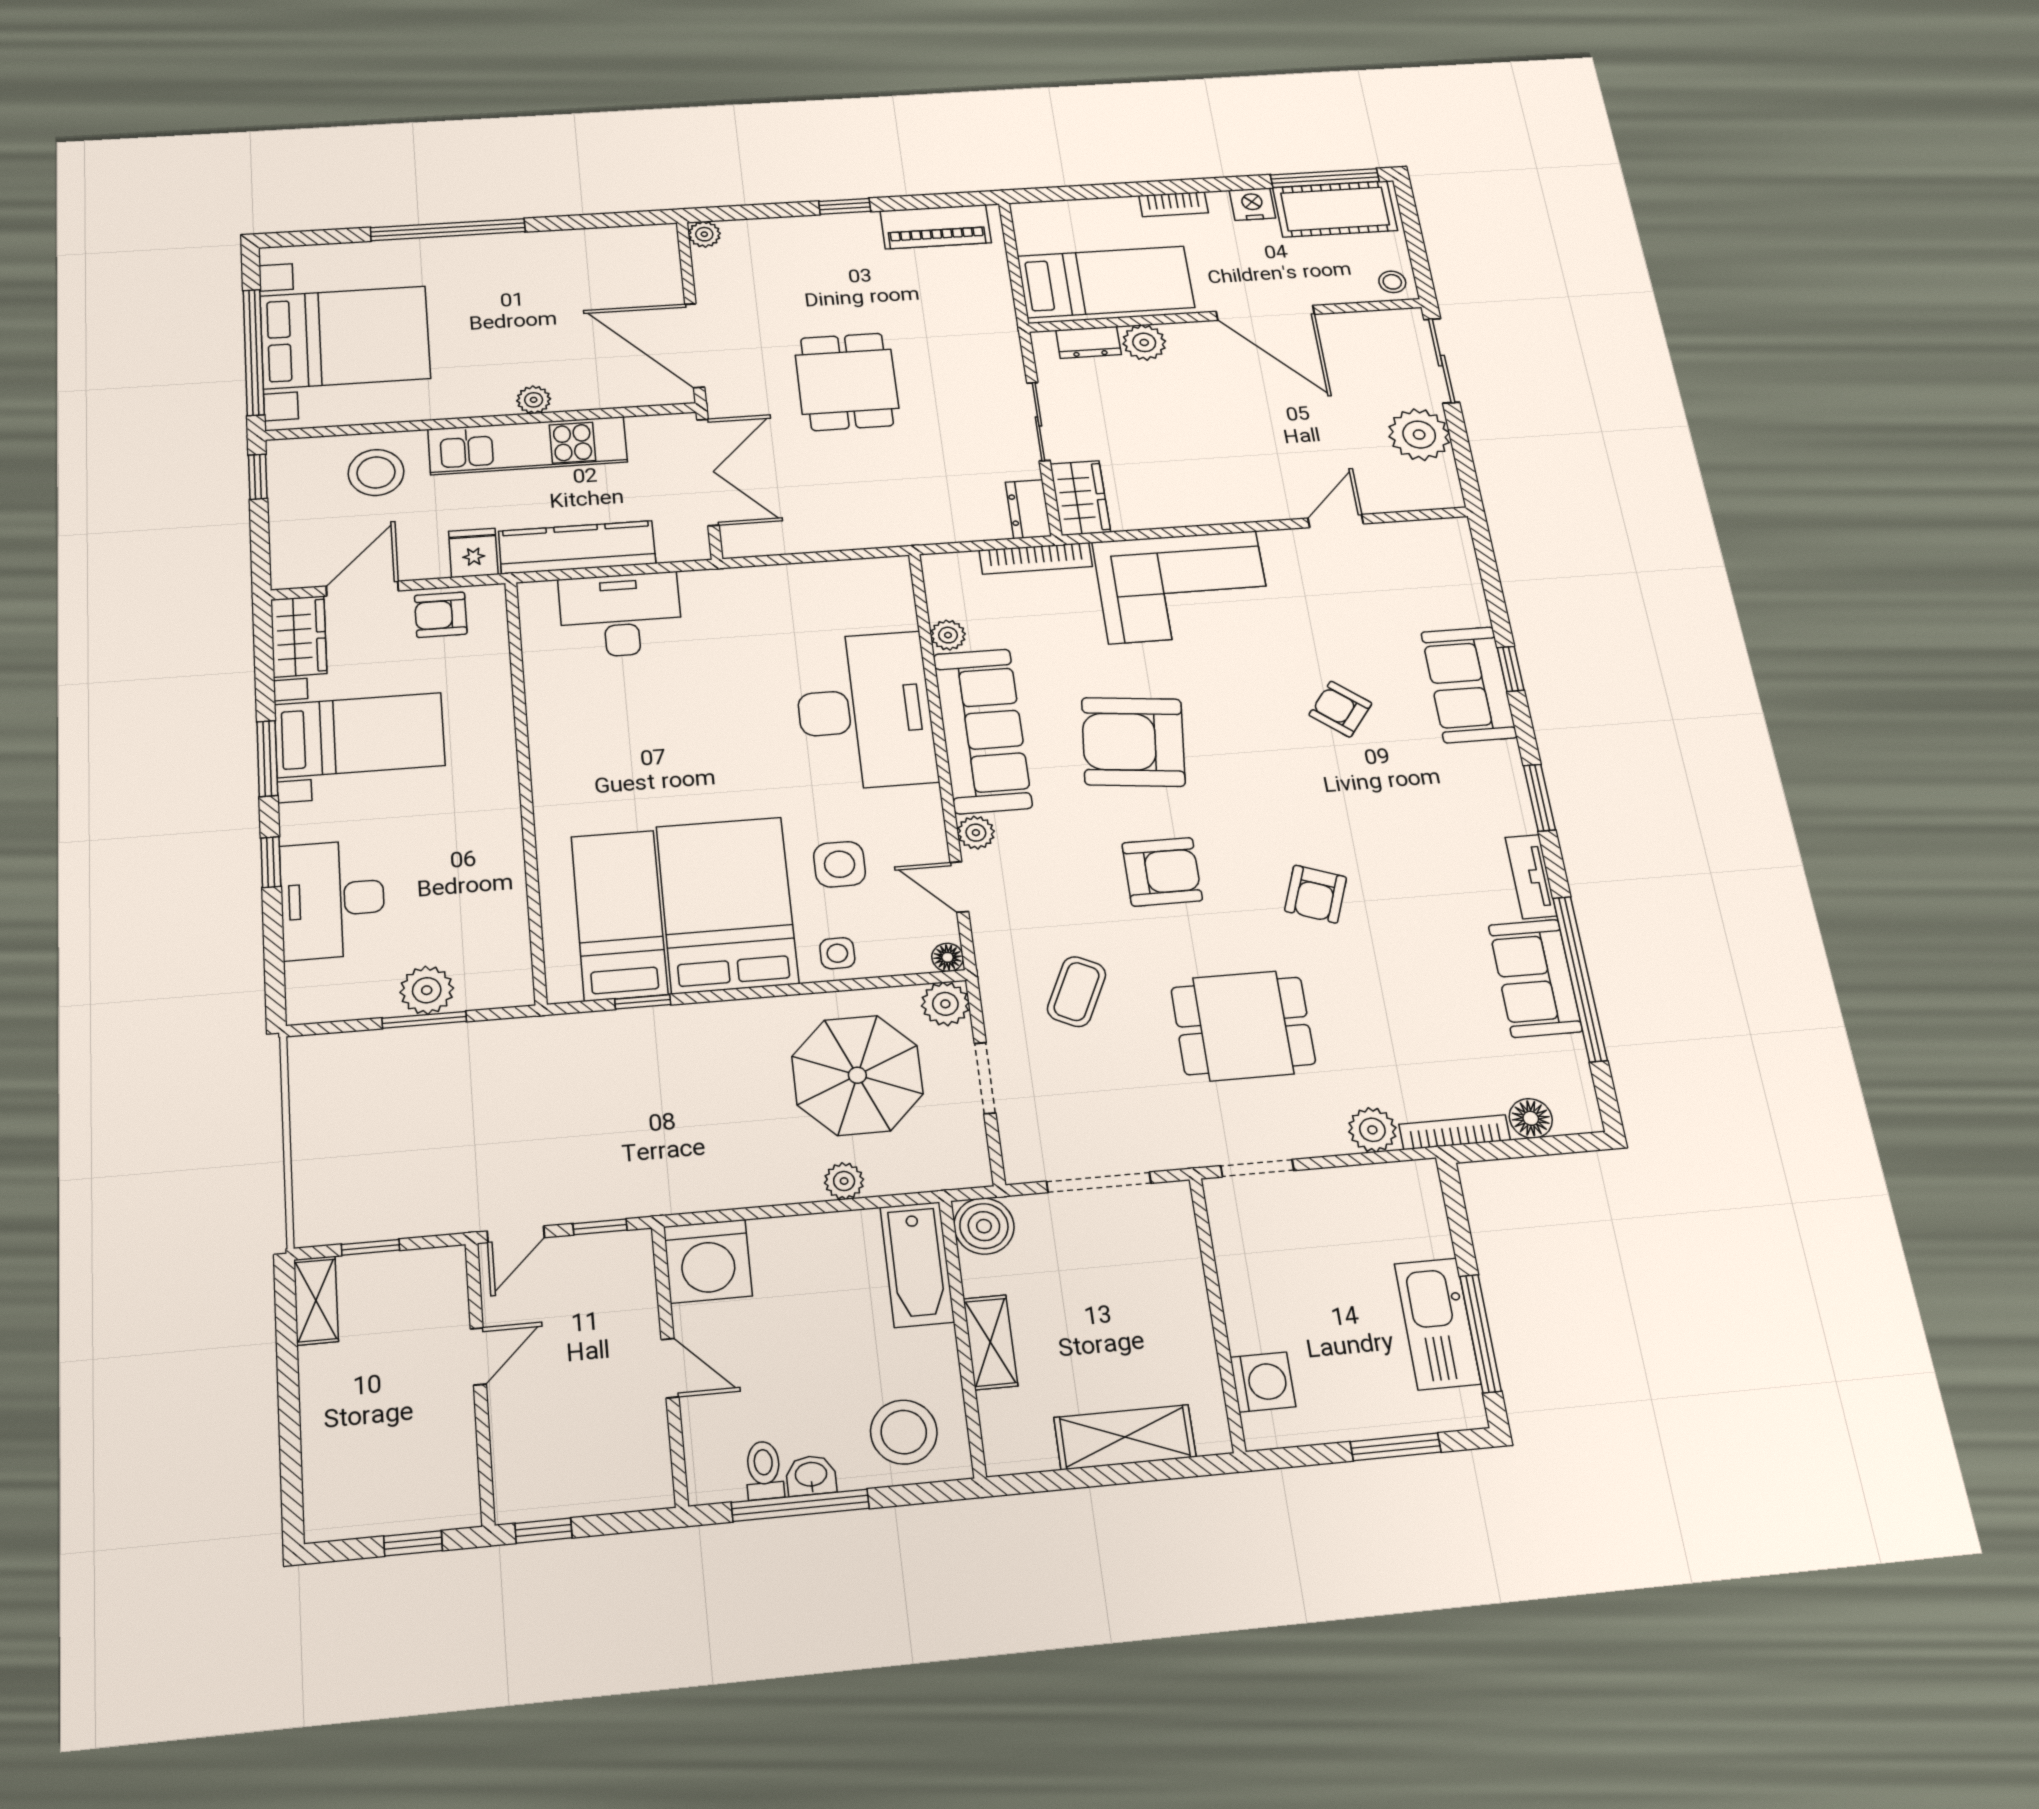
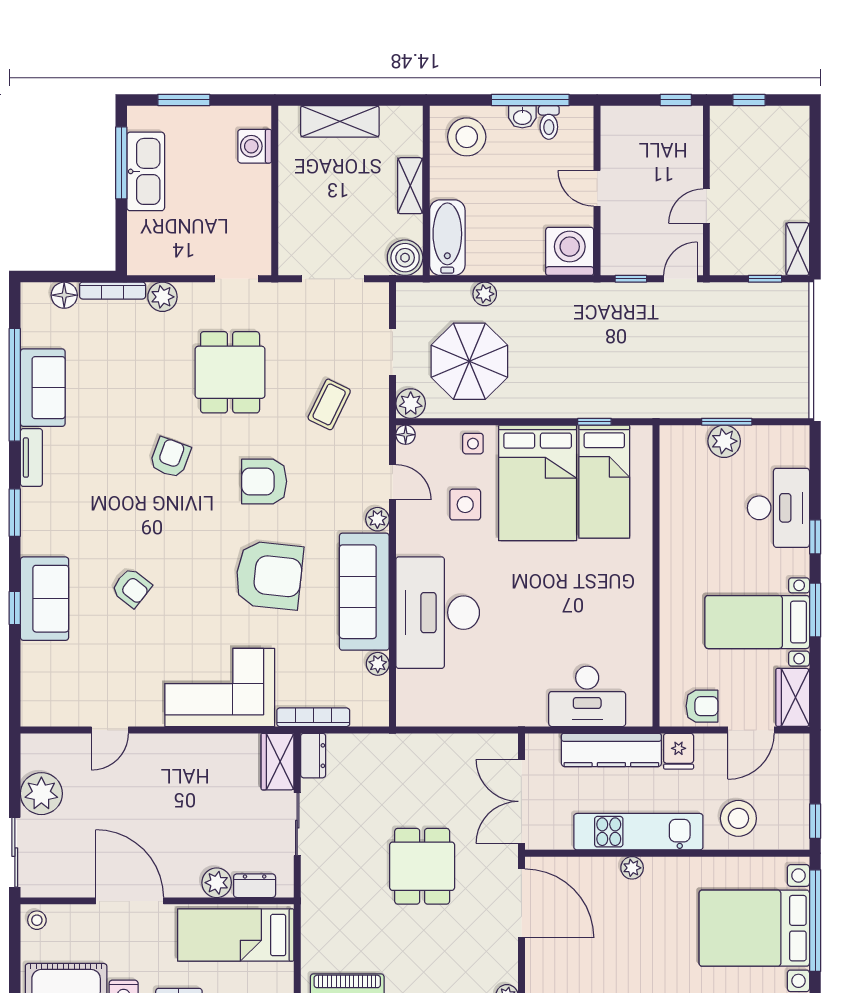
dining table: (1243, 1026) -> (230, 372), turned 90

